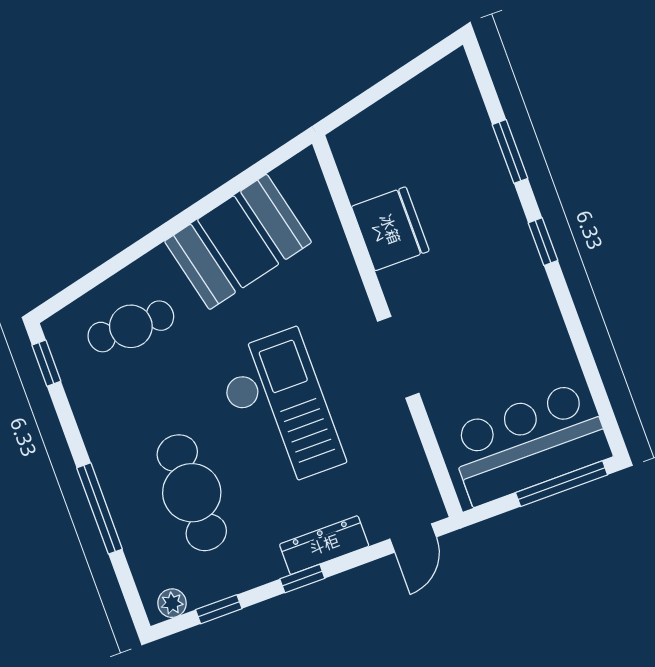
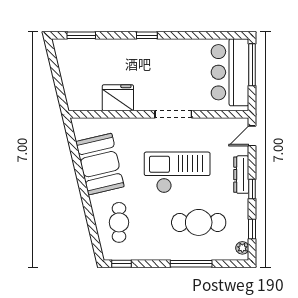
window: (510, 151) -> (81, 35), moved
door: (413, 538) -> (252, 136), swing flipped

